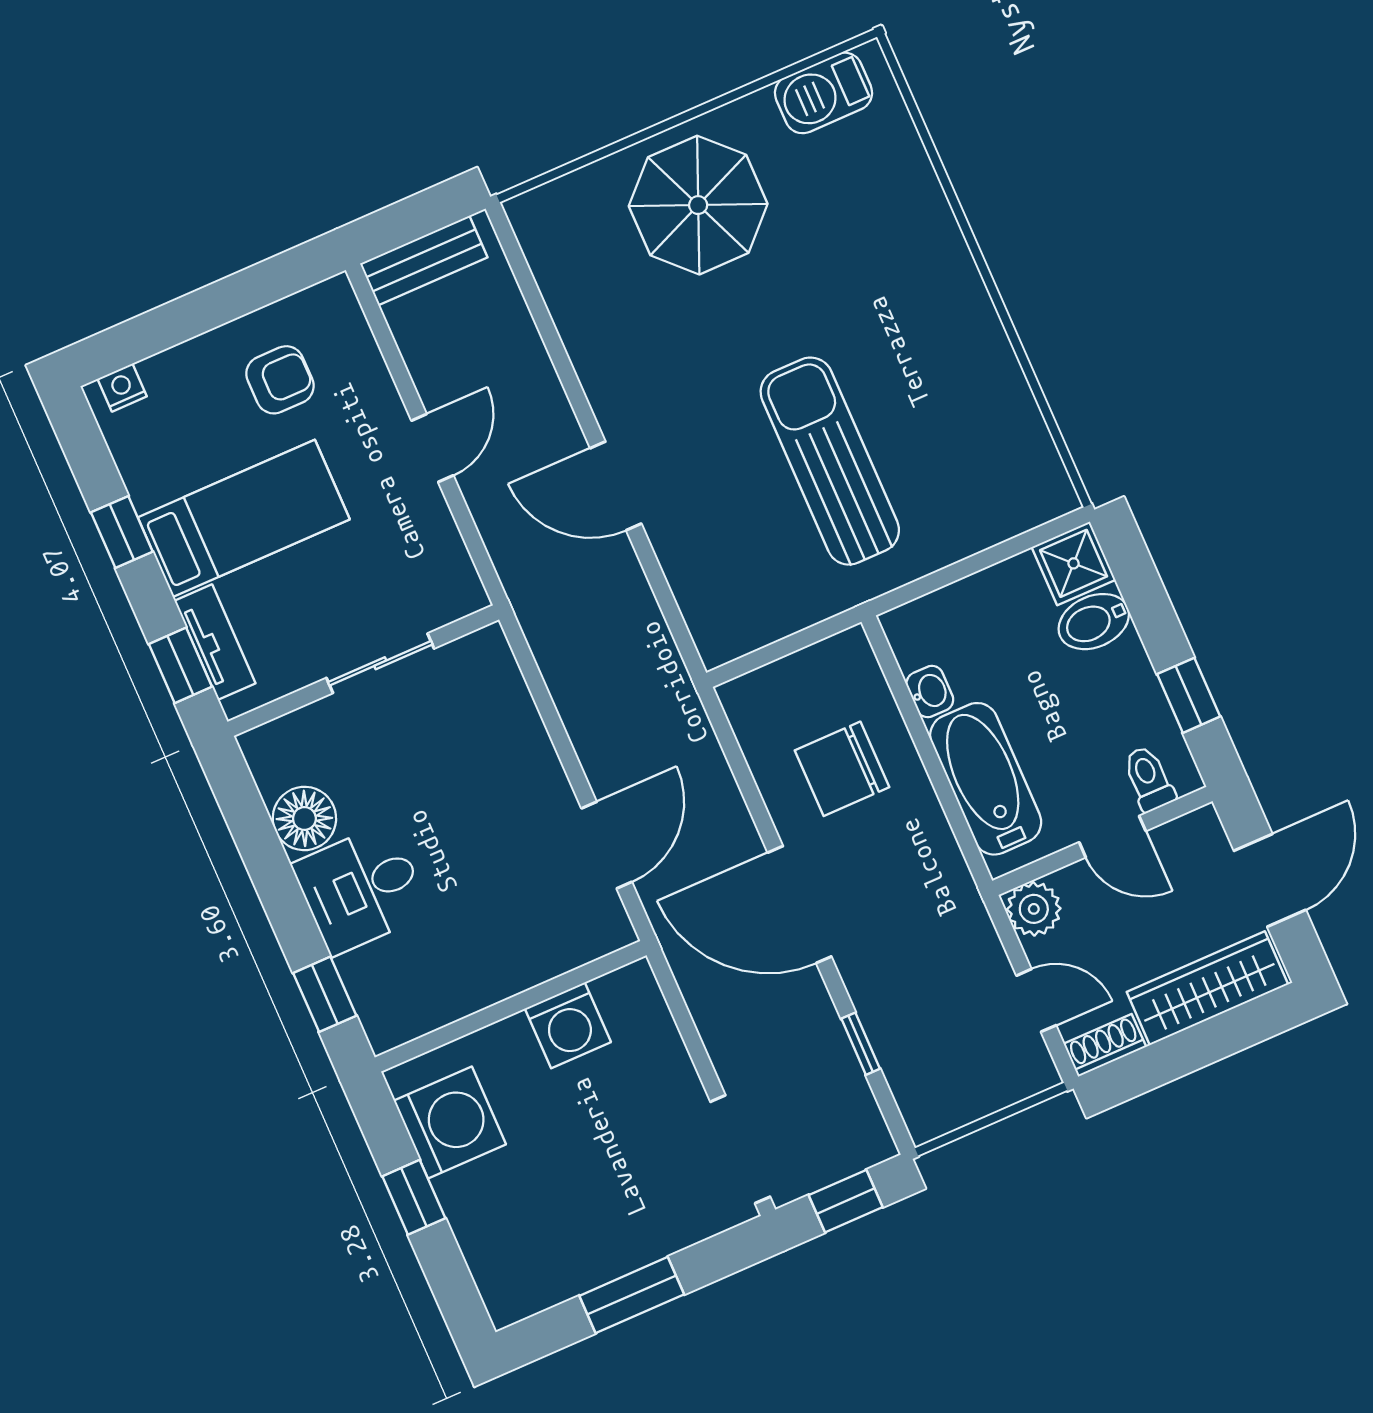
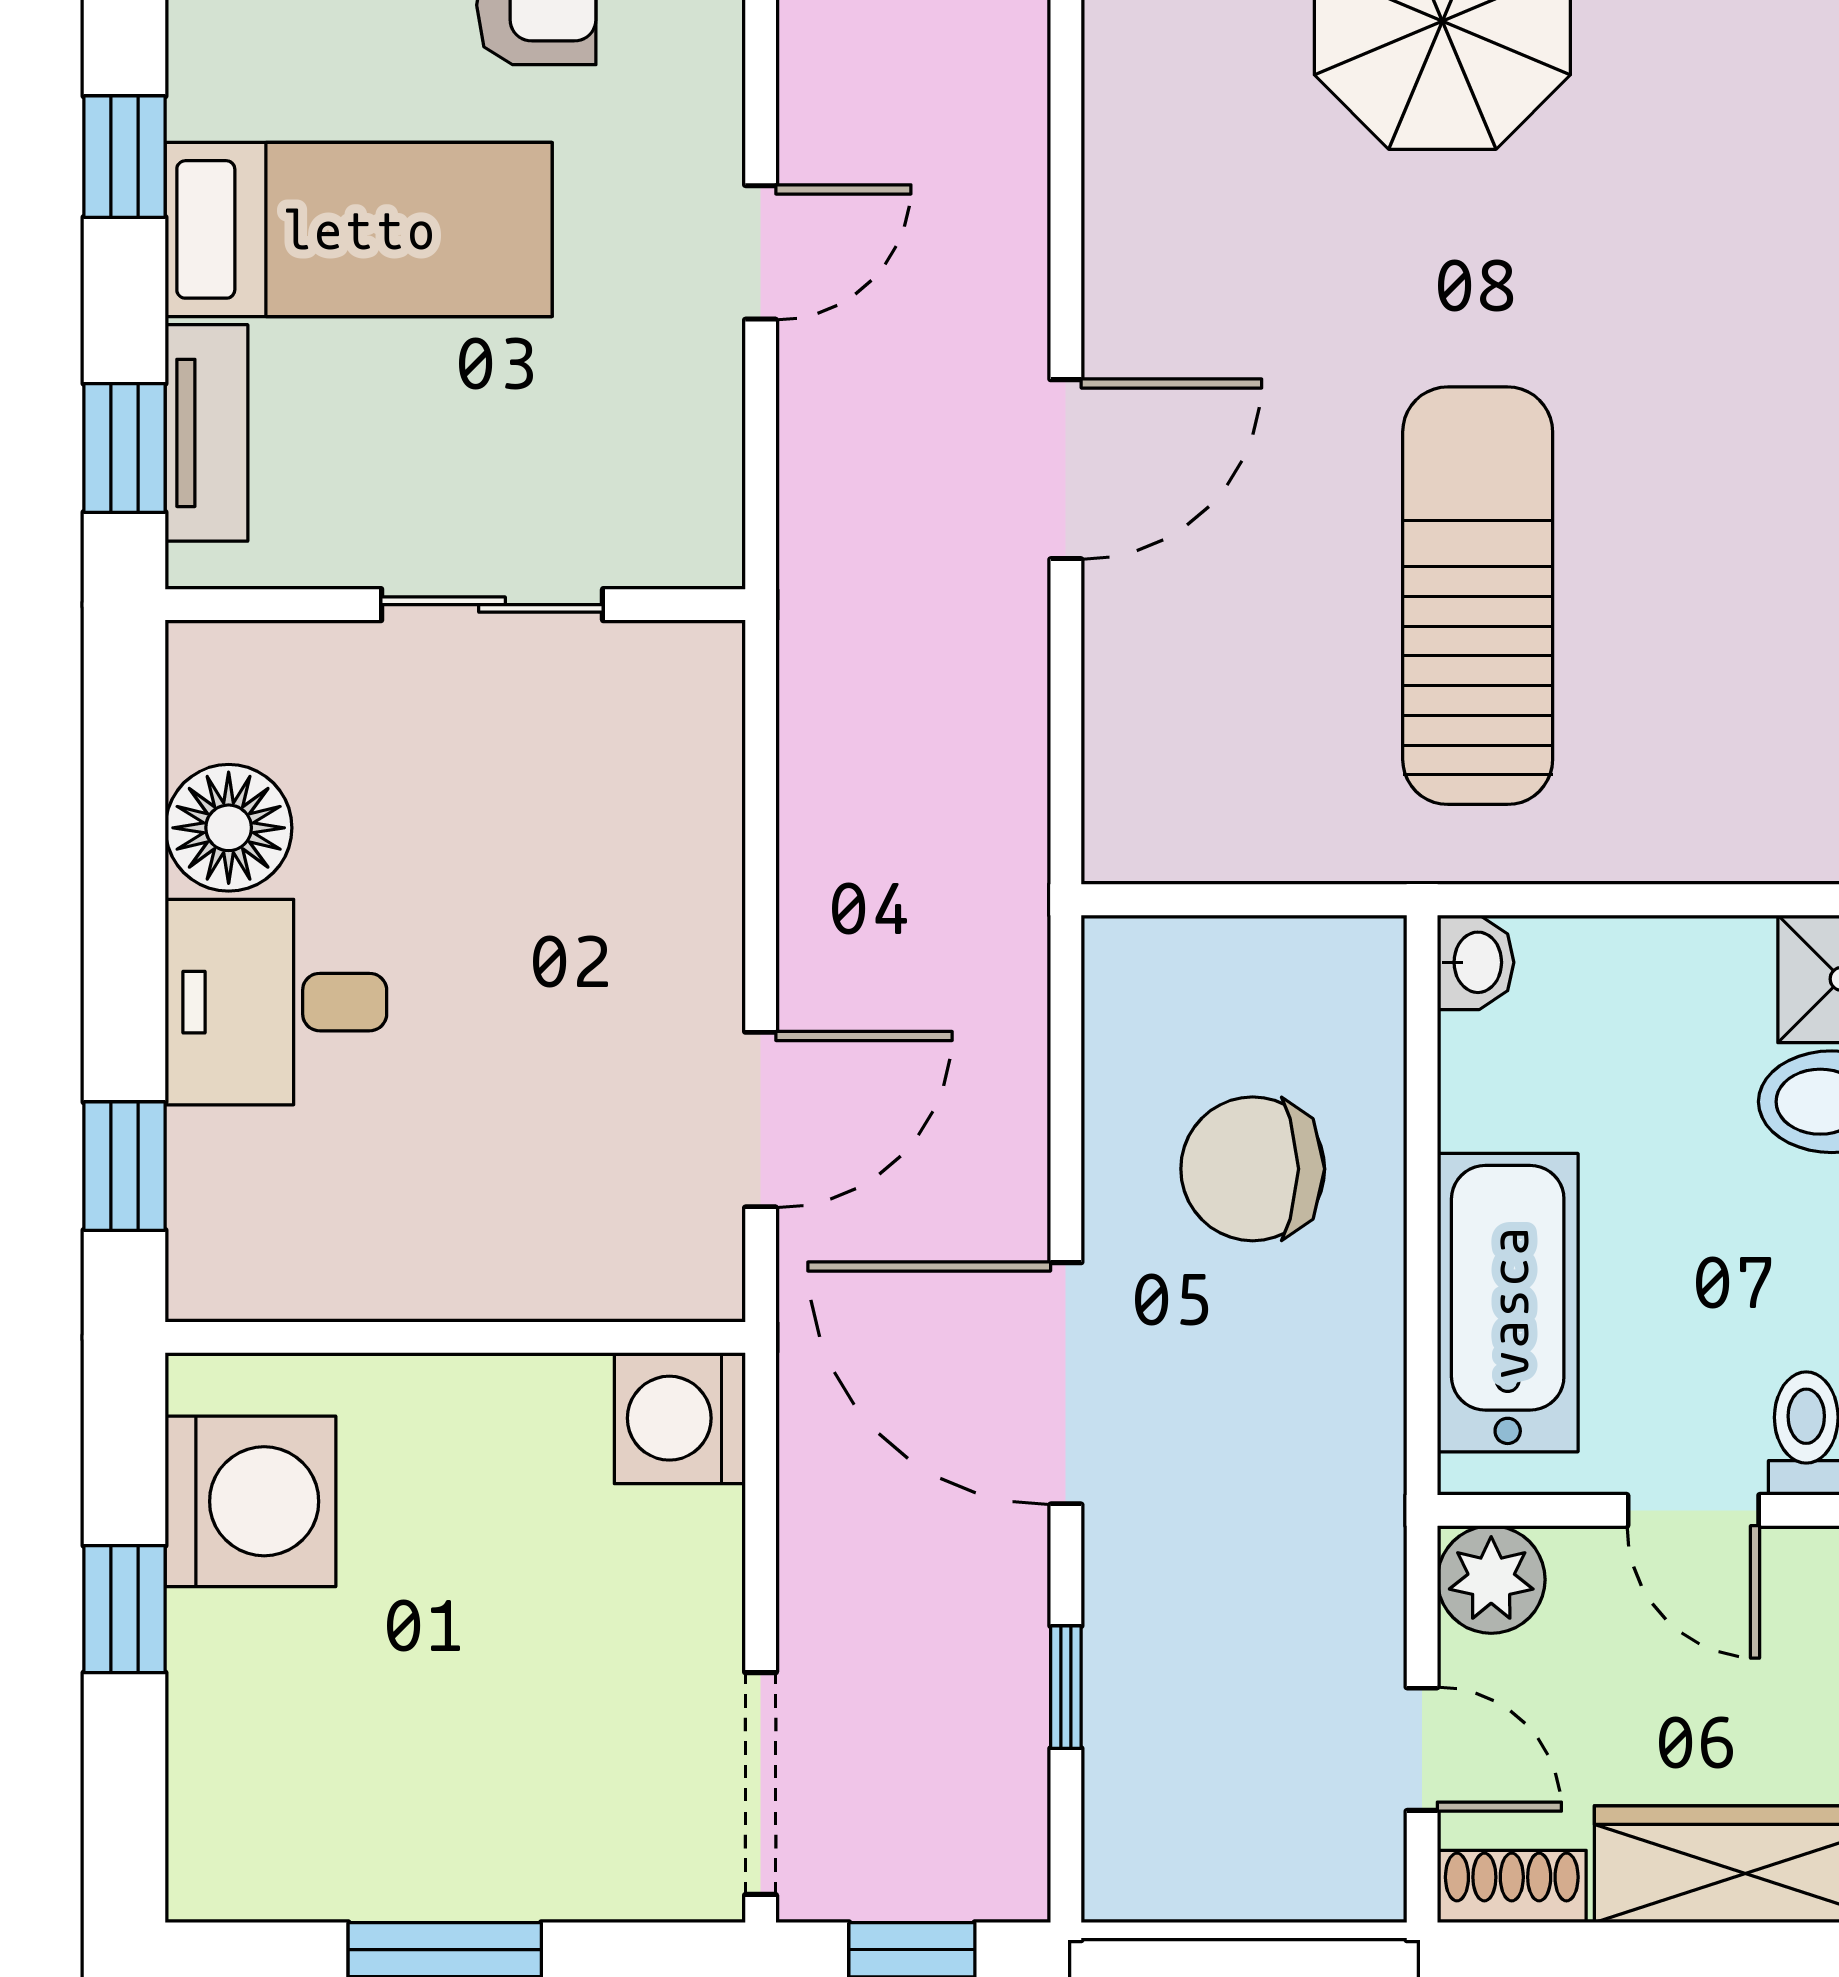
door: (616, 486) -> (1066, 469), swing flipped
washbasin: (930, 692) -> (1476, 962), moved
washing machine: (568, 1025) -> (680, 1418), moved, turned 90

